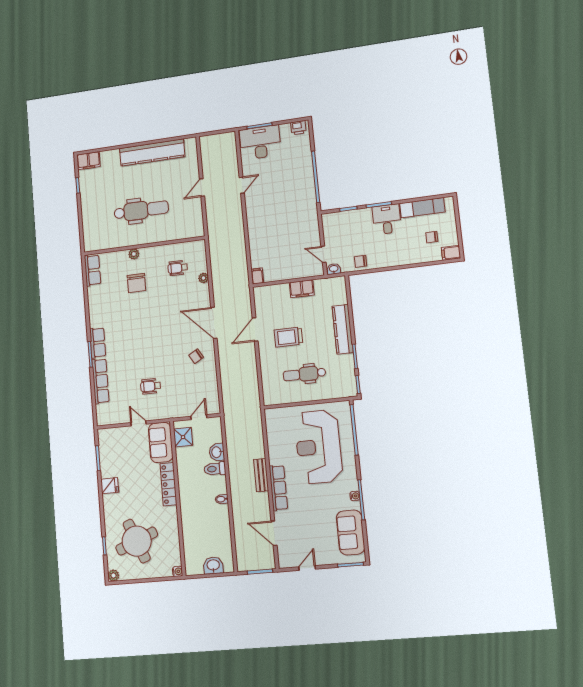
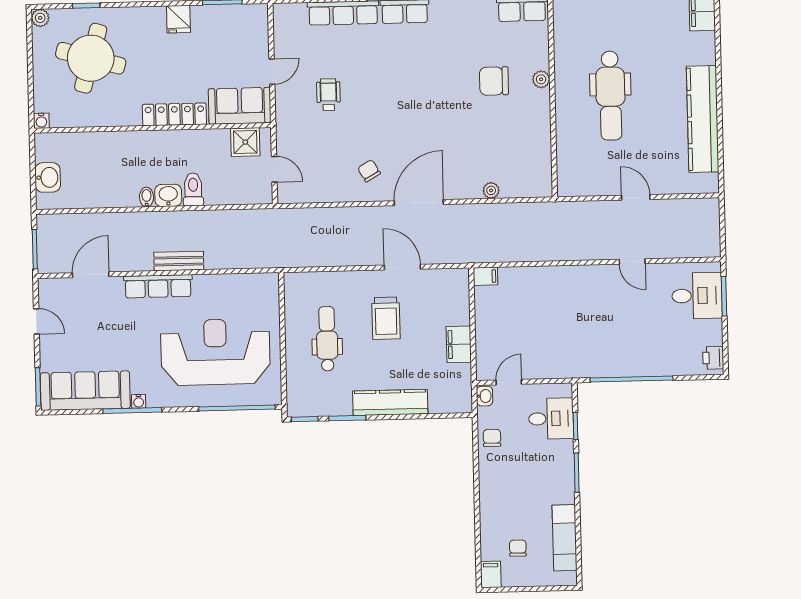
desk: (260, 142) -> (697, 296), width x0.73
desk: (387, 219) -> (551, 419), moved
wheelchair: (178, 268) -> (511, 150), removed
trolley: (288, 337) -> (386, 318), turned 180
washbasin: (217, 452) -> (168, 195), moved
sofa: (351, 532) -> (85, 391), width x1.36
round table: (137, 541) -> (91, 58), turned 38

